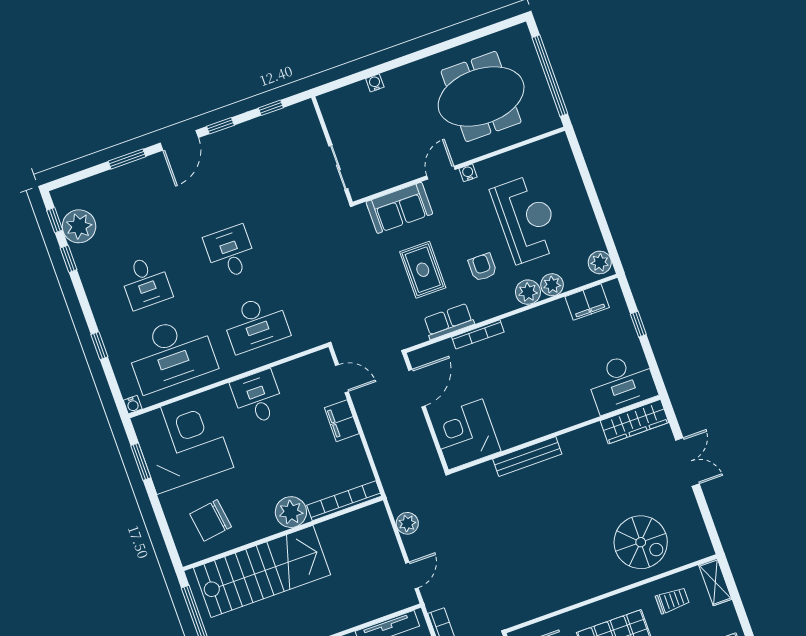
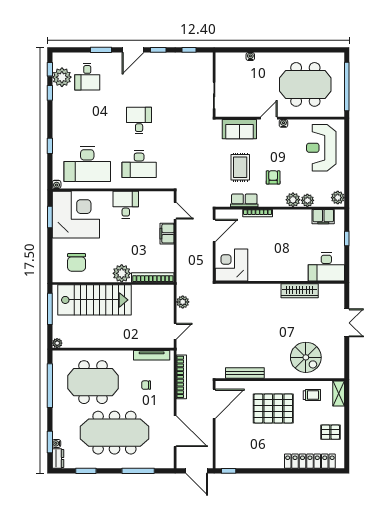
reception desk: (526, 219) -> (321, 148), moved, turned 180
desk: (146, 282) -> (87, 77), moved
wardrobe: (634, 422) -> (300, 291), moved
bench: (527, 457) -> (245, 373), moved
chair: (211, 520) -> (77, 262), turned -82

